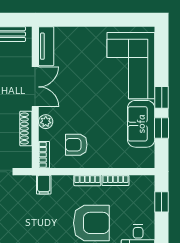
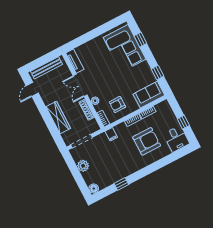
double door: (35, 87) -> (80, 85), swing flipped
window: (162, 97) -> (140, 40), moved
sofa: (141, 124) -> (149, 95), moved, turned 90
window: (162, 202) -> (183, 122), moved

